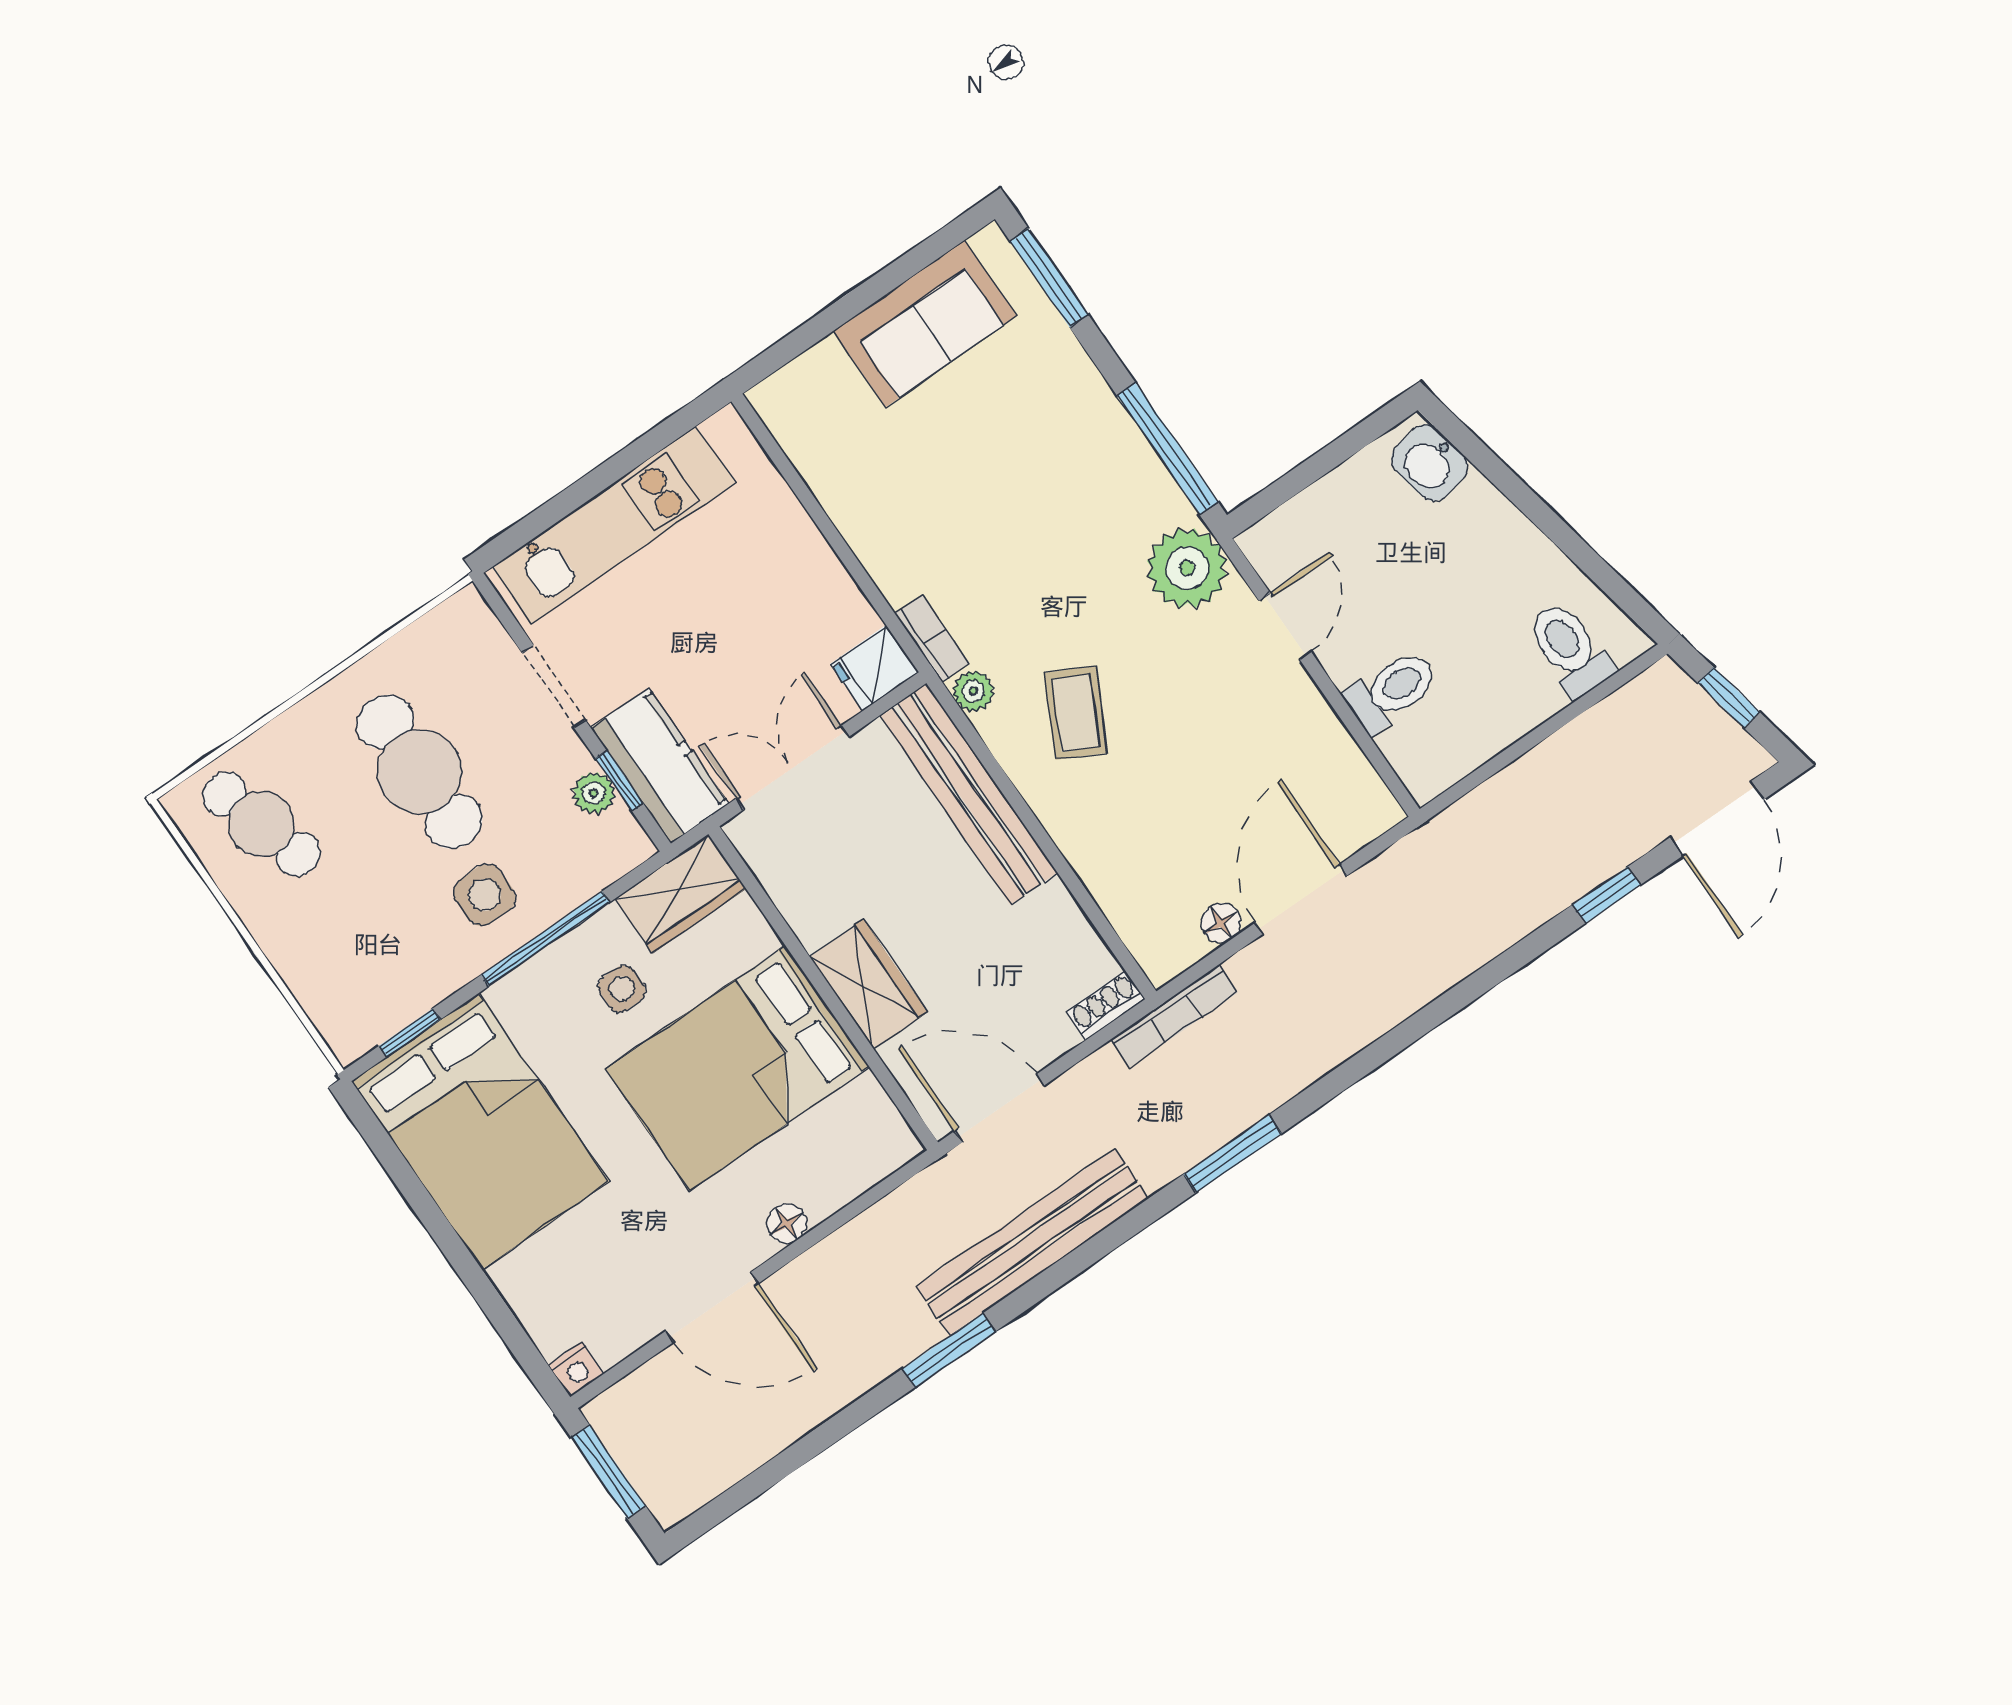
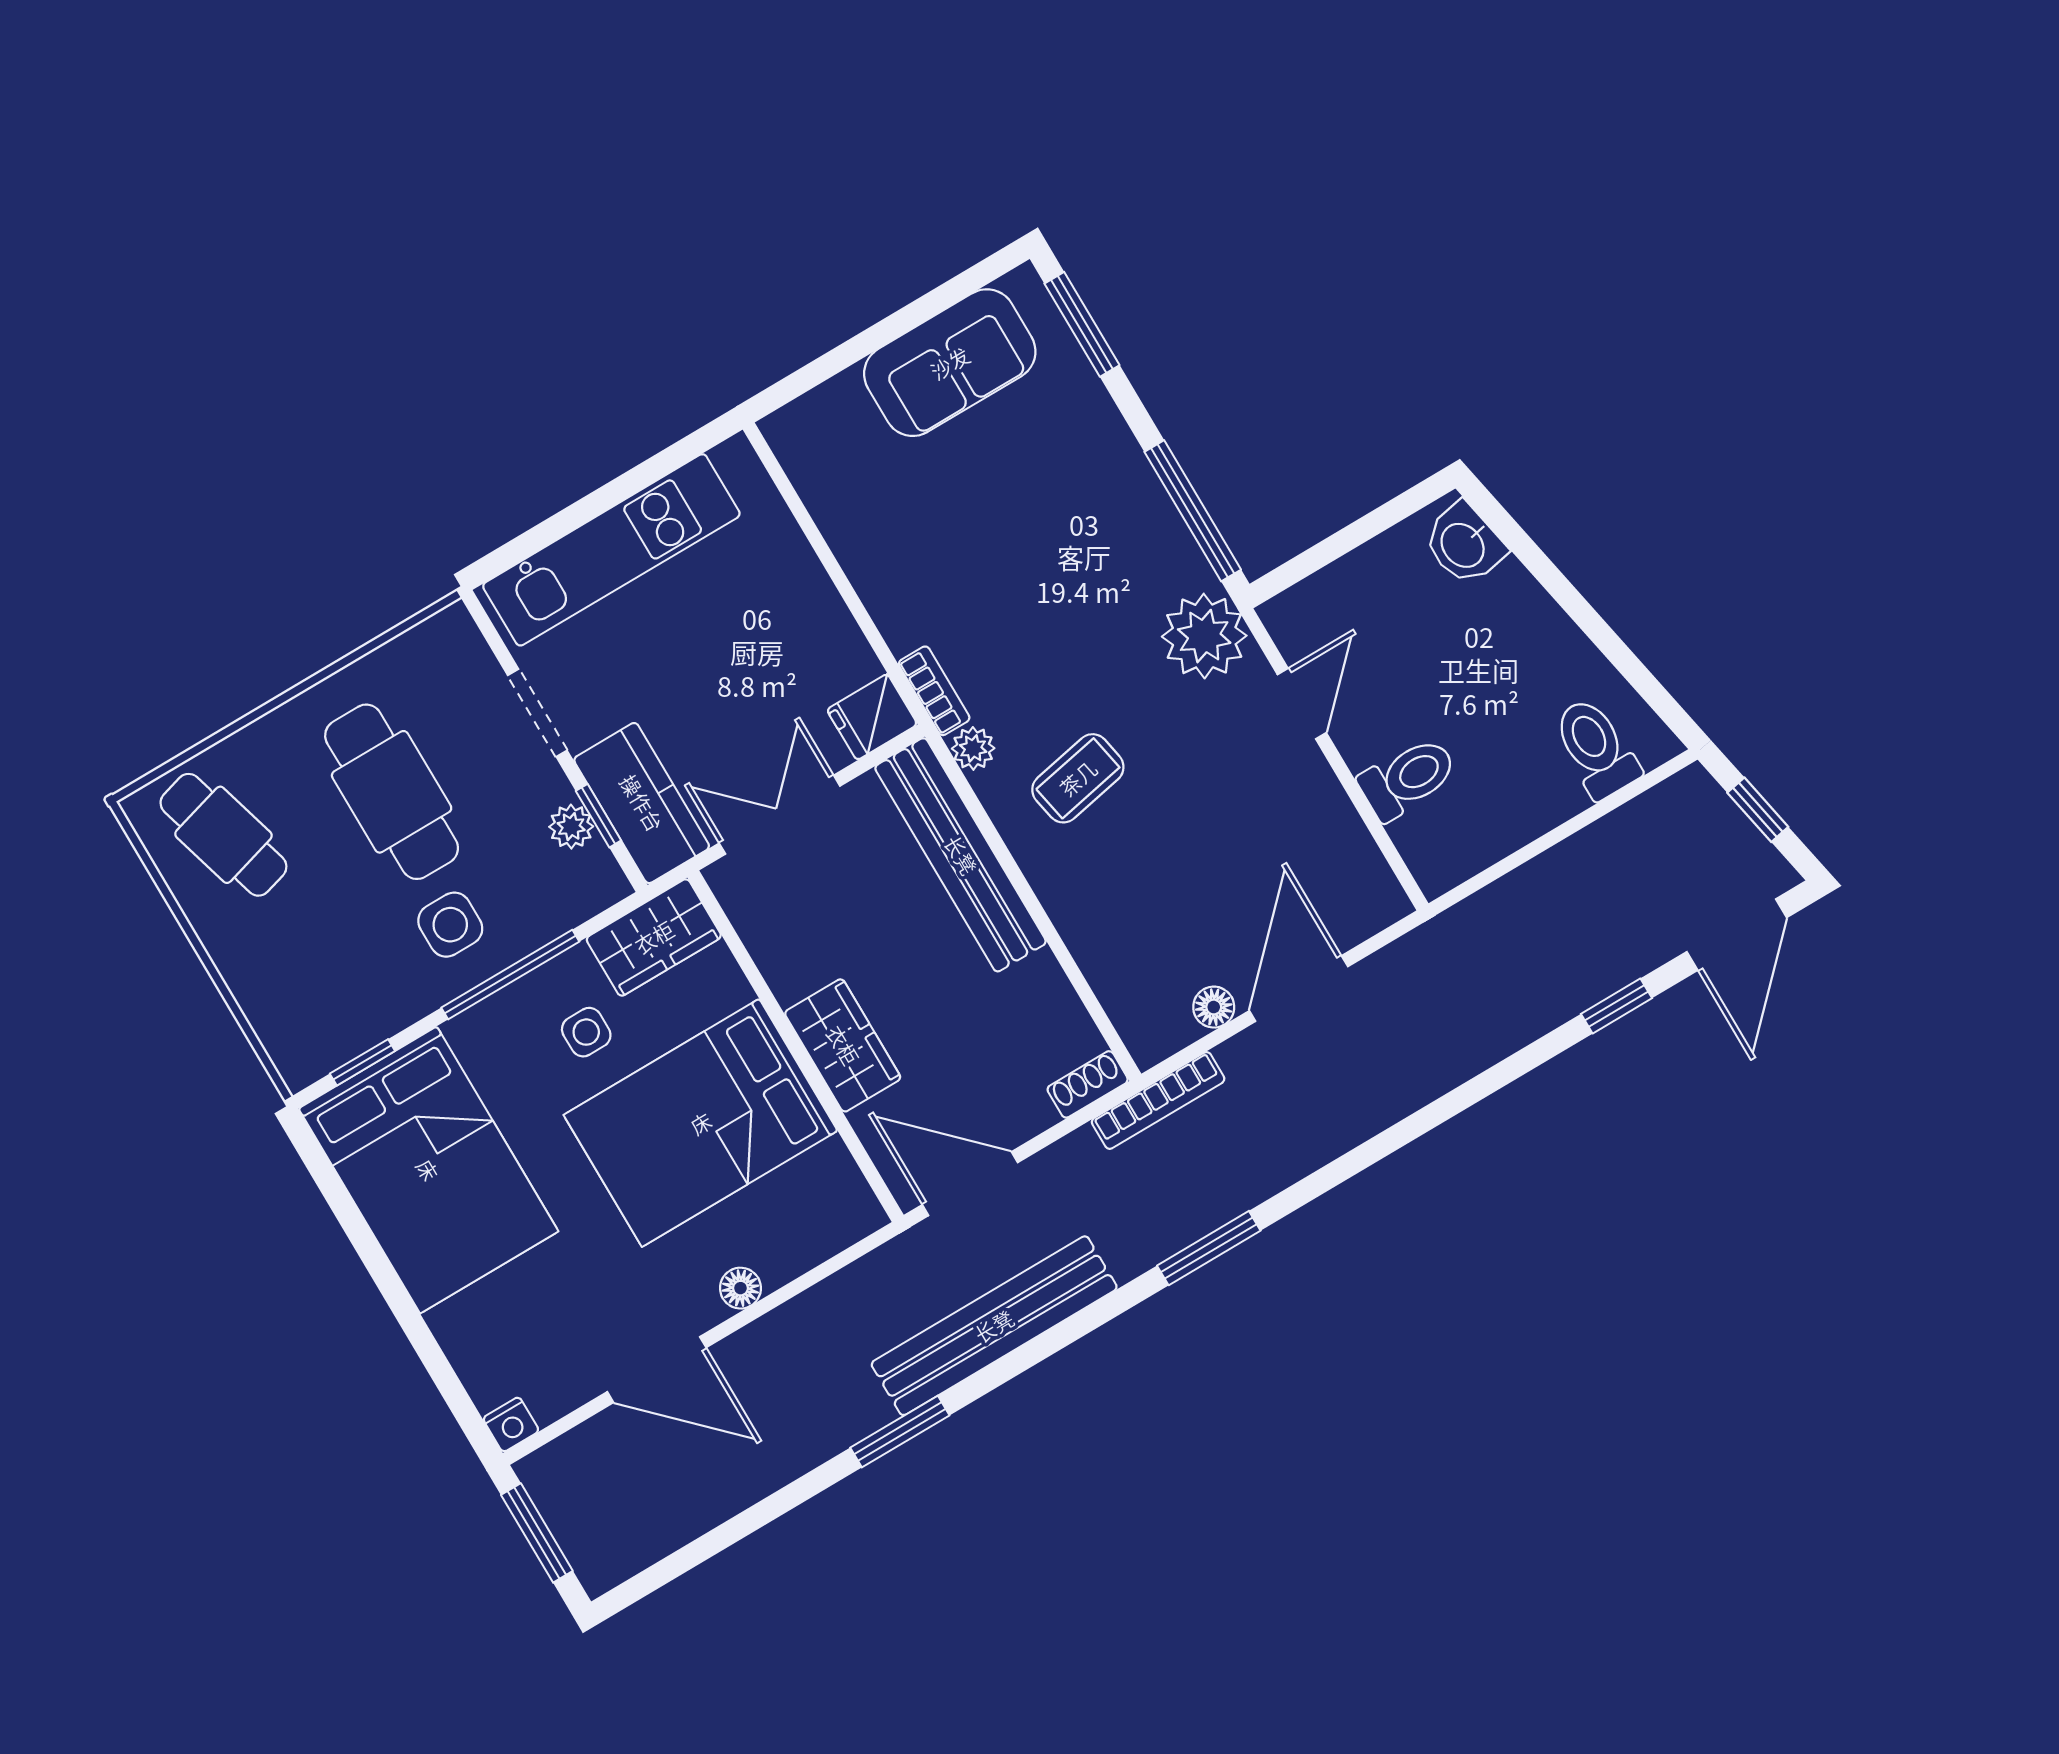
coffee table: (1076, 713) -> (1078, 778), turned 52

